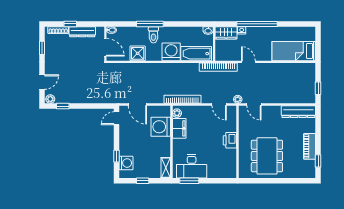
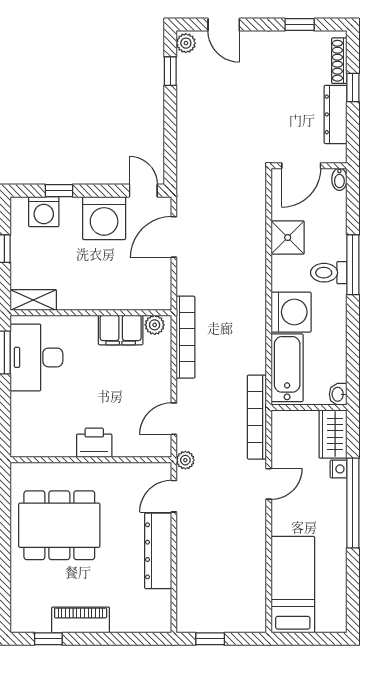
dresser: (298, 112) -> (158, 551), moved
washing machine: (161, 127) -> (104, 218), moved, turned 180

